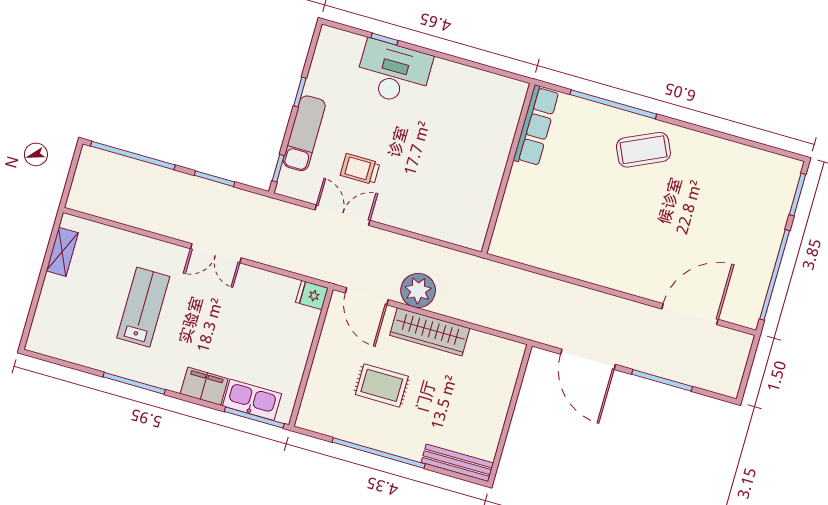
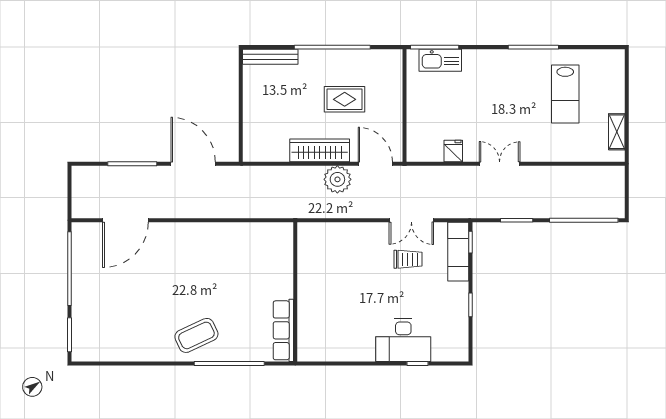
exam couch: (304, 133) -> (458, 252), moved
fridge: (312, 295) -> (453, 151), moved, turned -90
lab bench: (143, 307) -> (565, 94), moved
filing cabinet: (204, 386) -> (480, 60), removed

